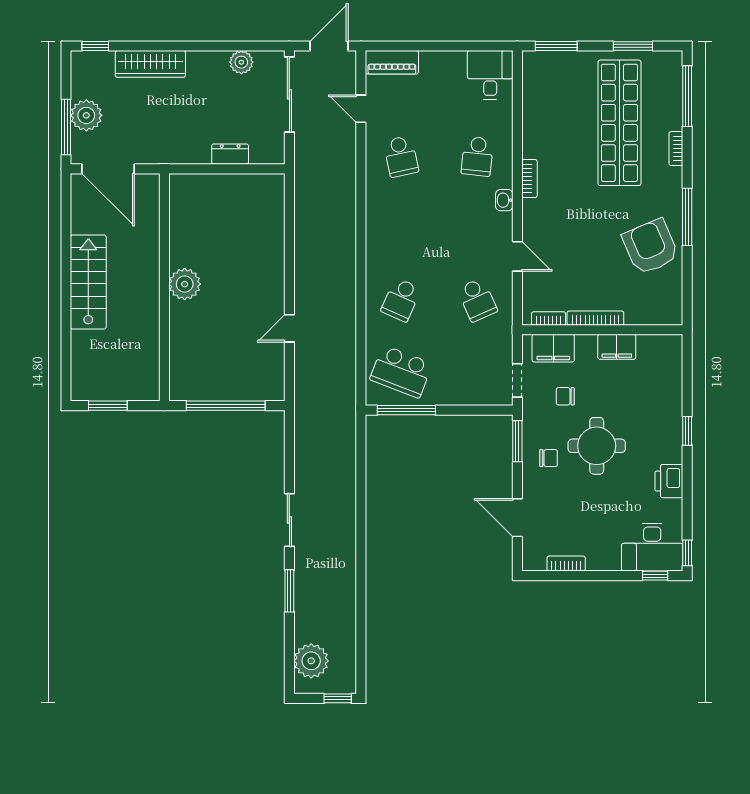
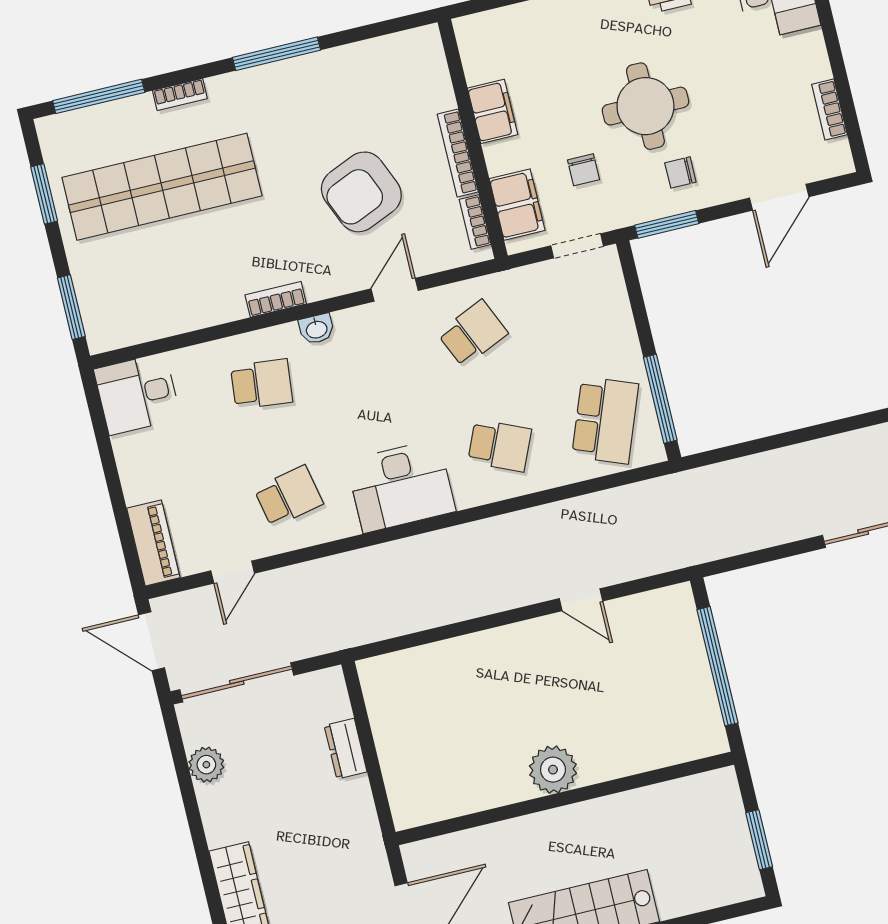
desk: (390, 230) -> (401, 486), added
armchair: (650, 247) -> (361, 192), moved
chair: (549, 458) -> (680, 172), turned -90

